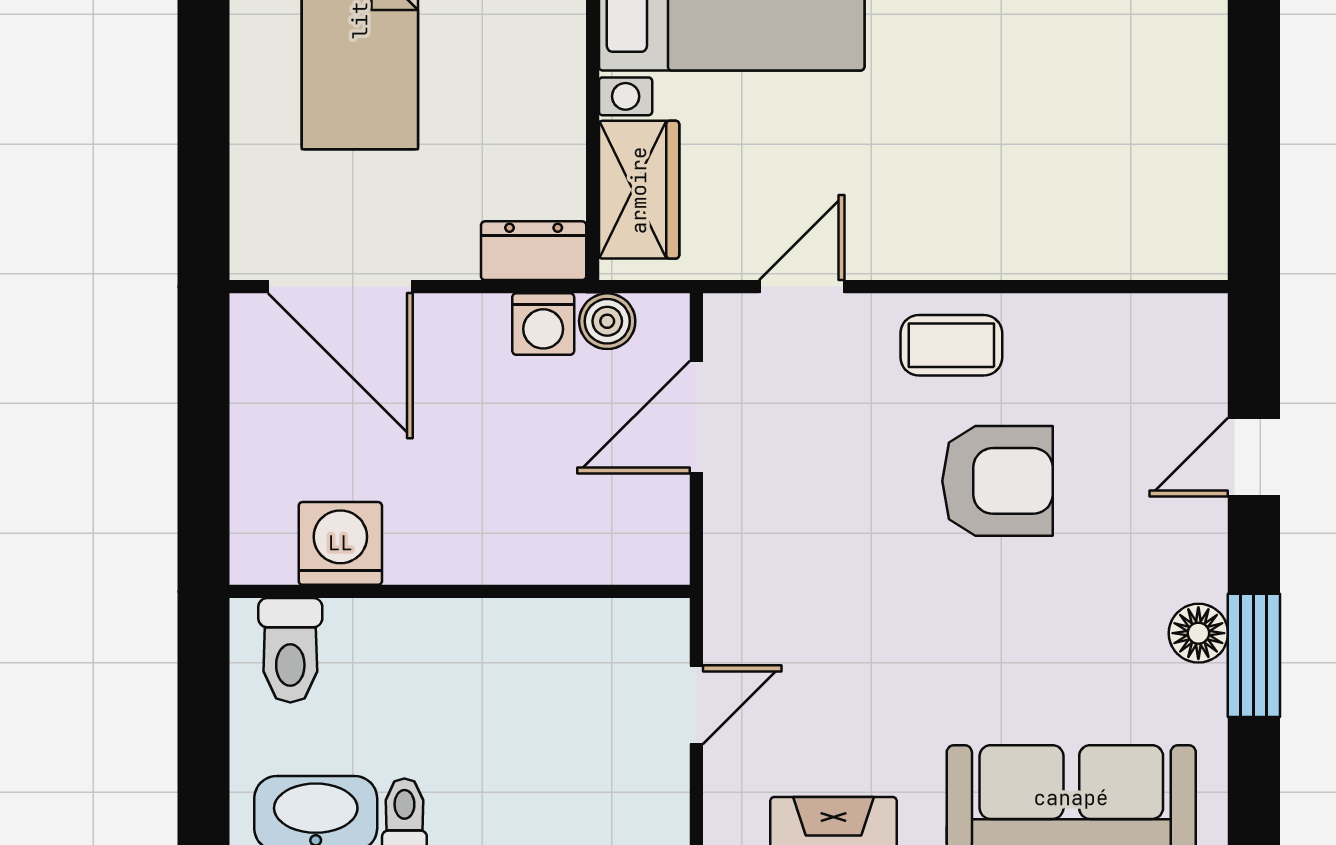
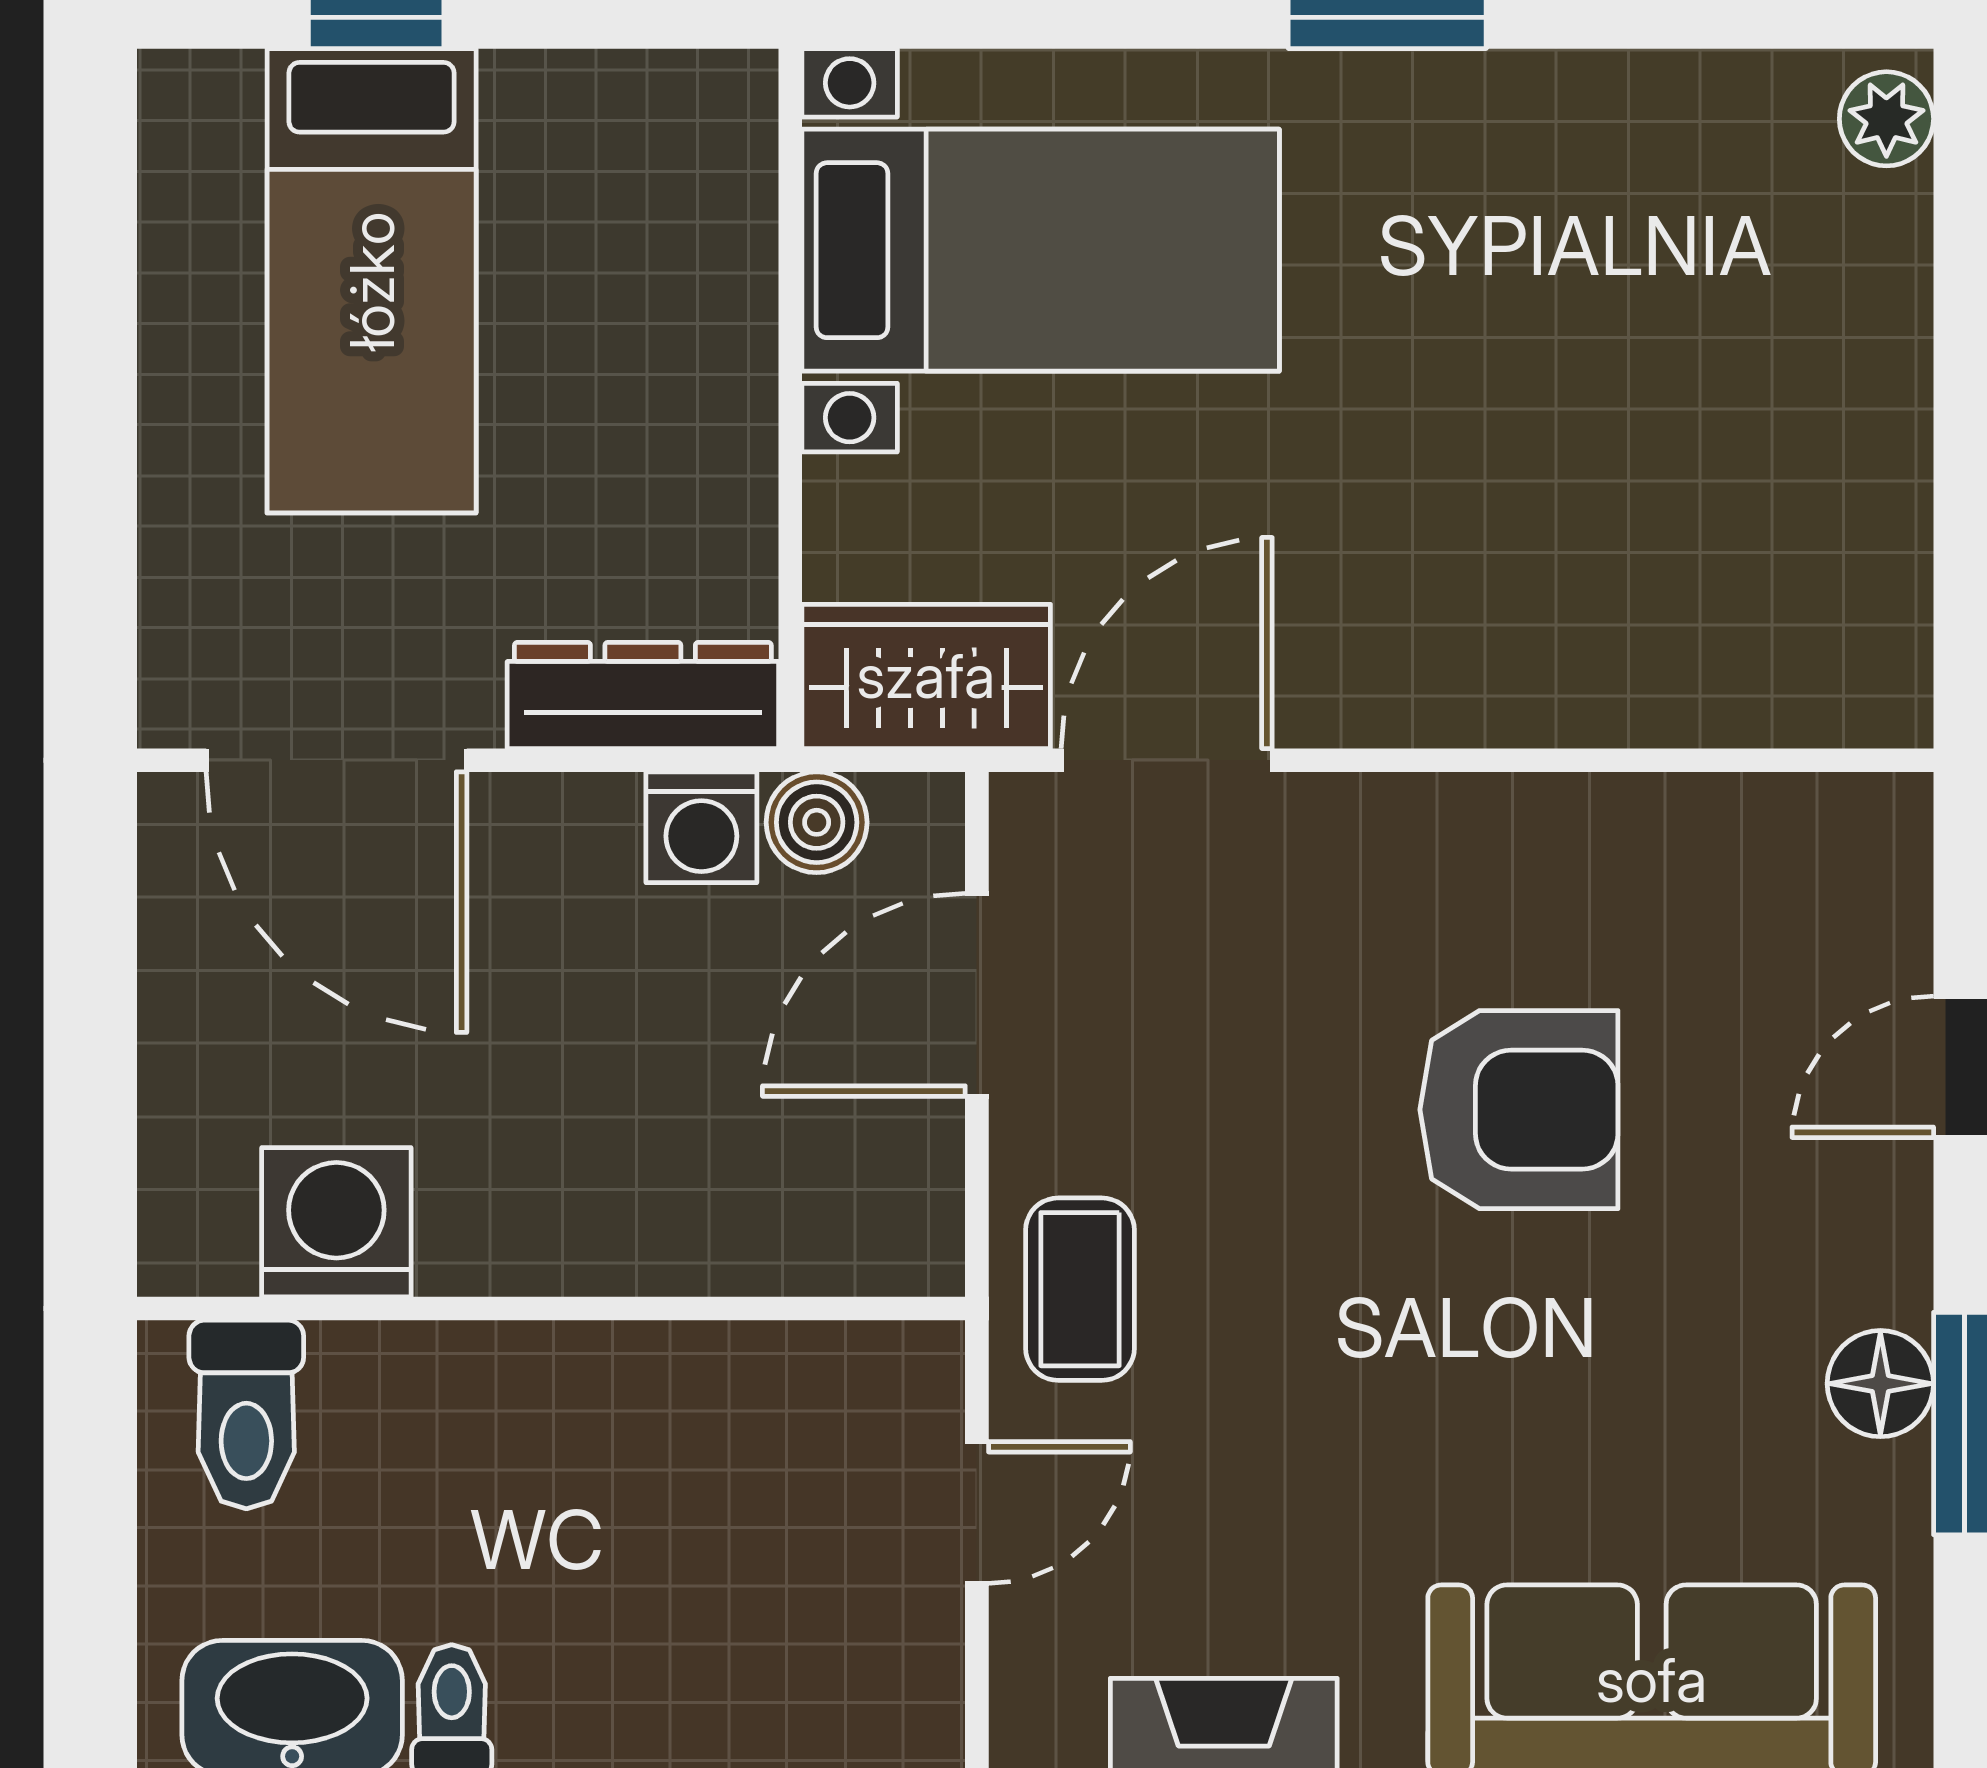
wardrobe: (639, 190) -> (926, 676), moved, turned -90
dresser: (534, 251) -> (643, 695), width x1.44
door: (802, 287) -> (1167, 760), width x1.38
coffee table: (951, 345) -> (1080, 1289), moved, turned 90

